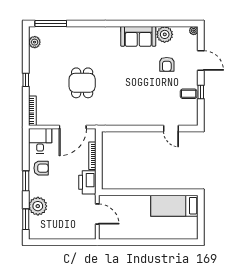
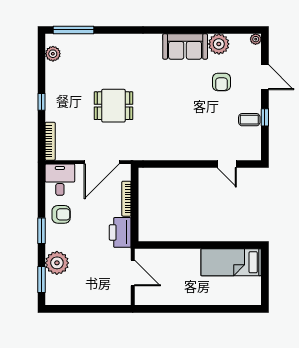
dining table: (82, 83) -> (113, 106), turned 90

